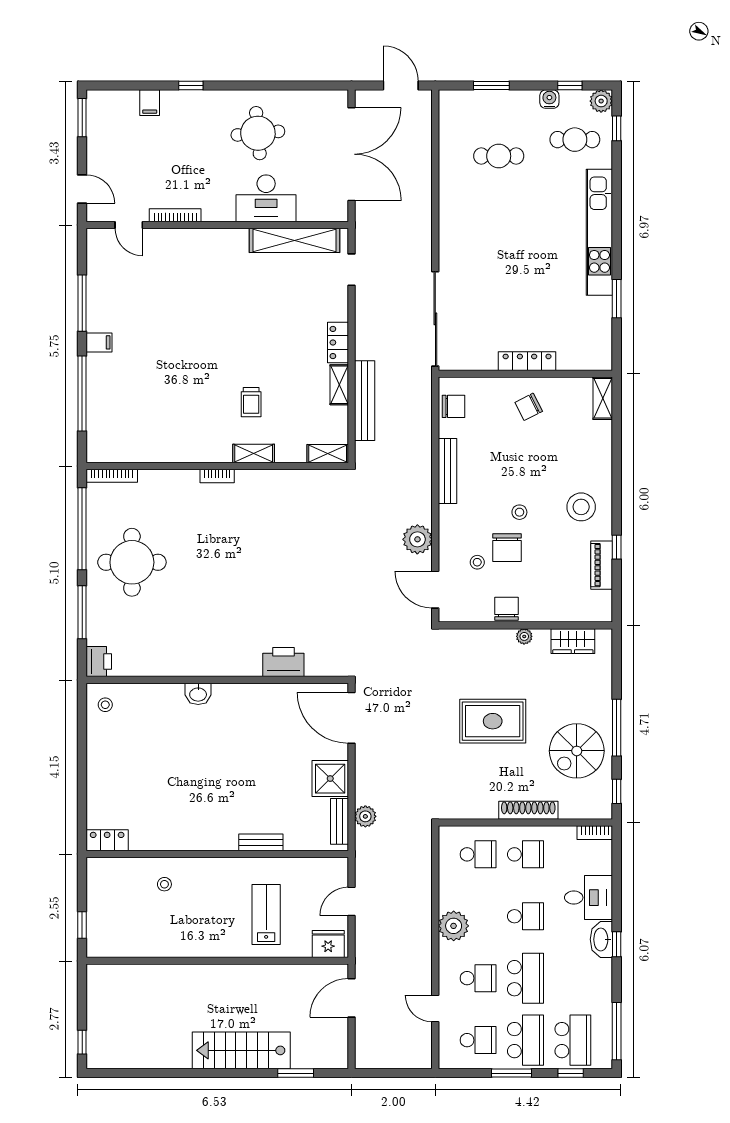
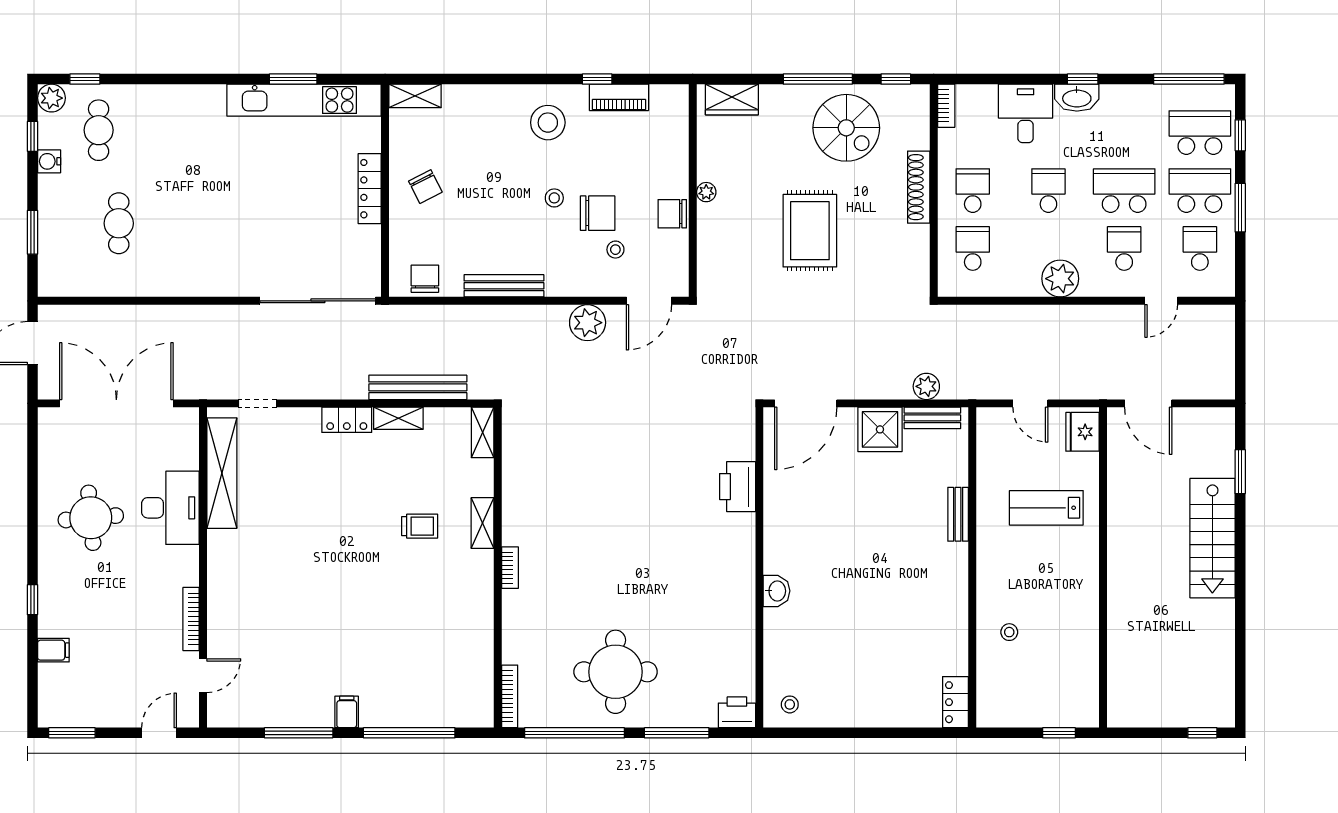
kitchen unit: (599, 232) -> (304, 100), moved
wardrobe: (573, 641) -> (732, 100), moved, turned 90

